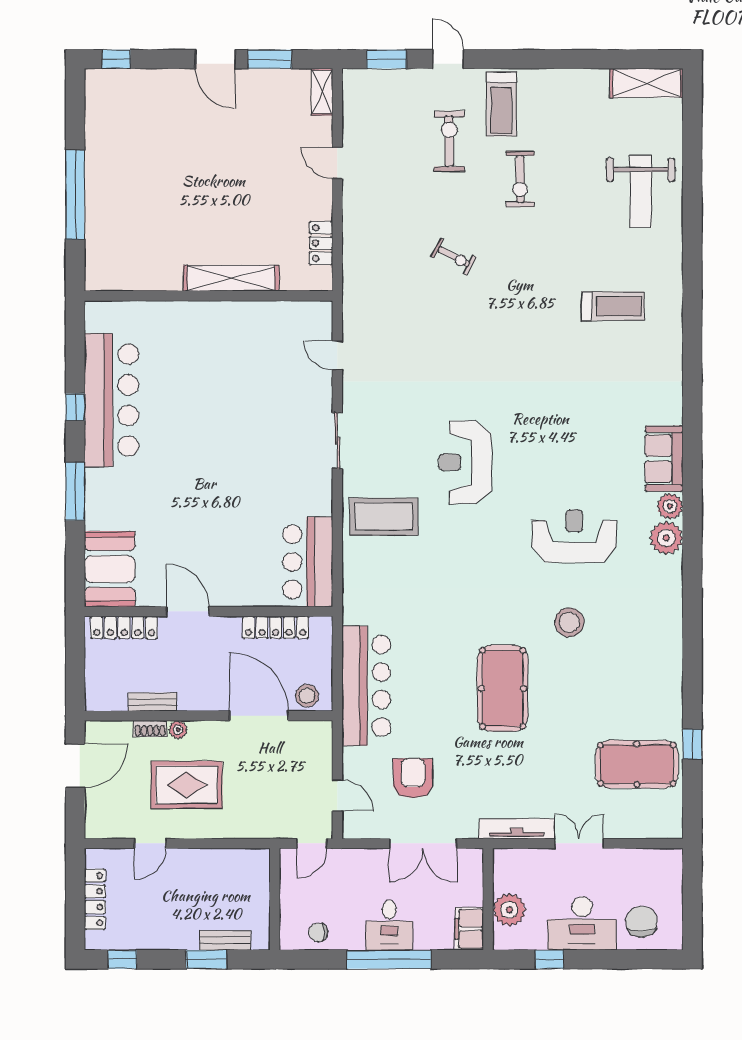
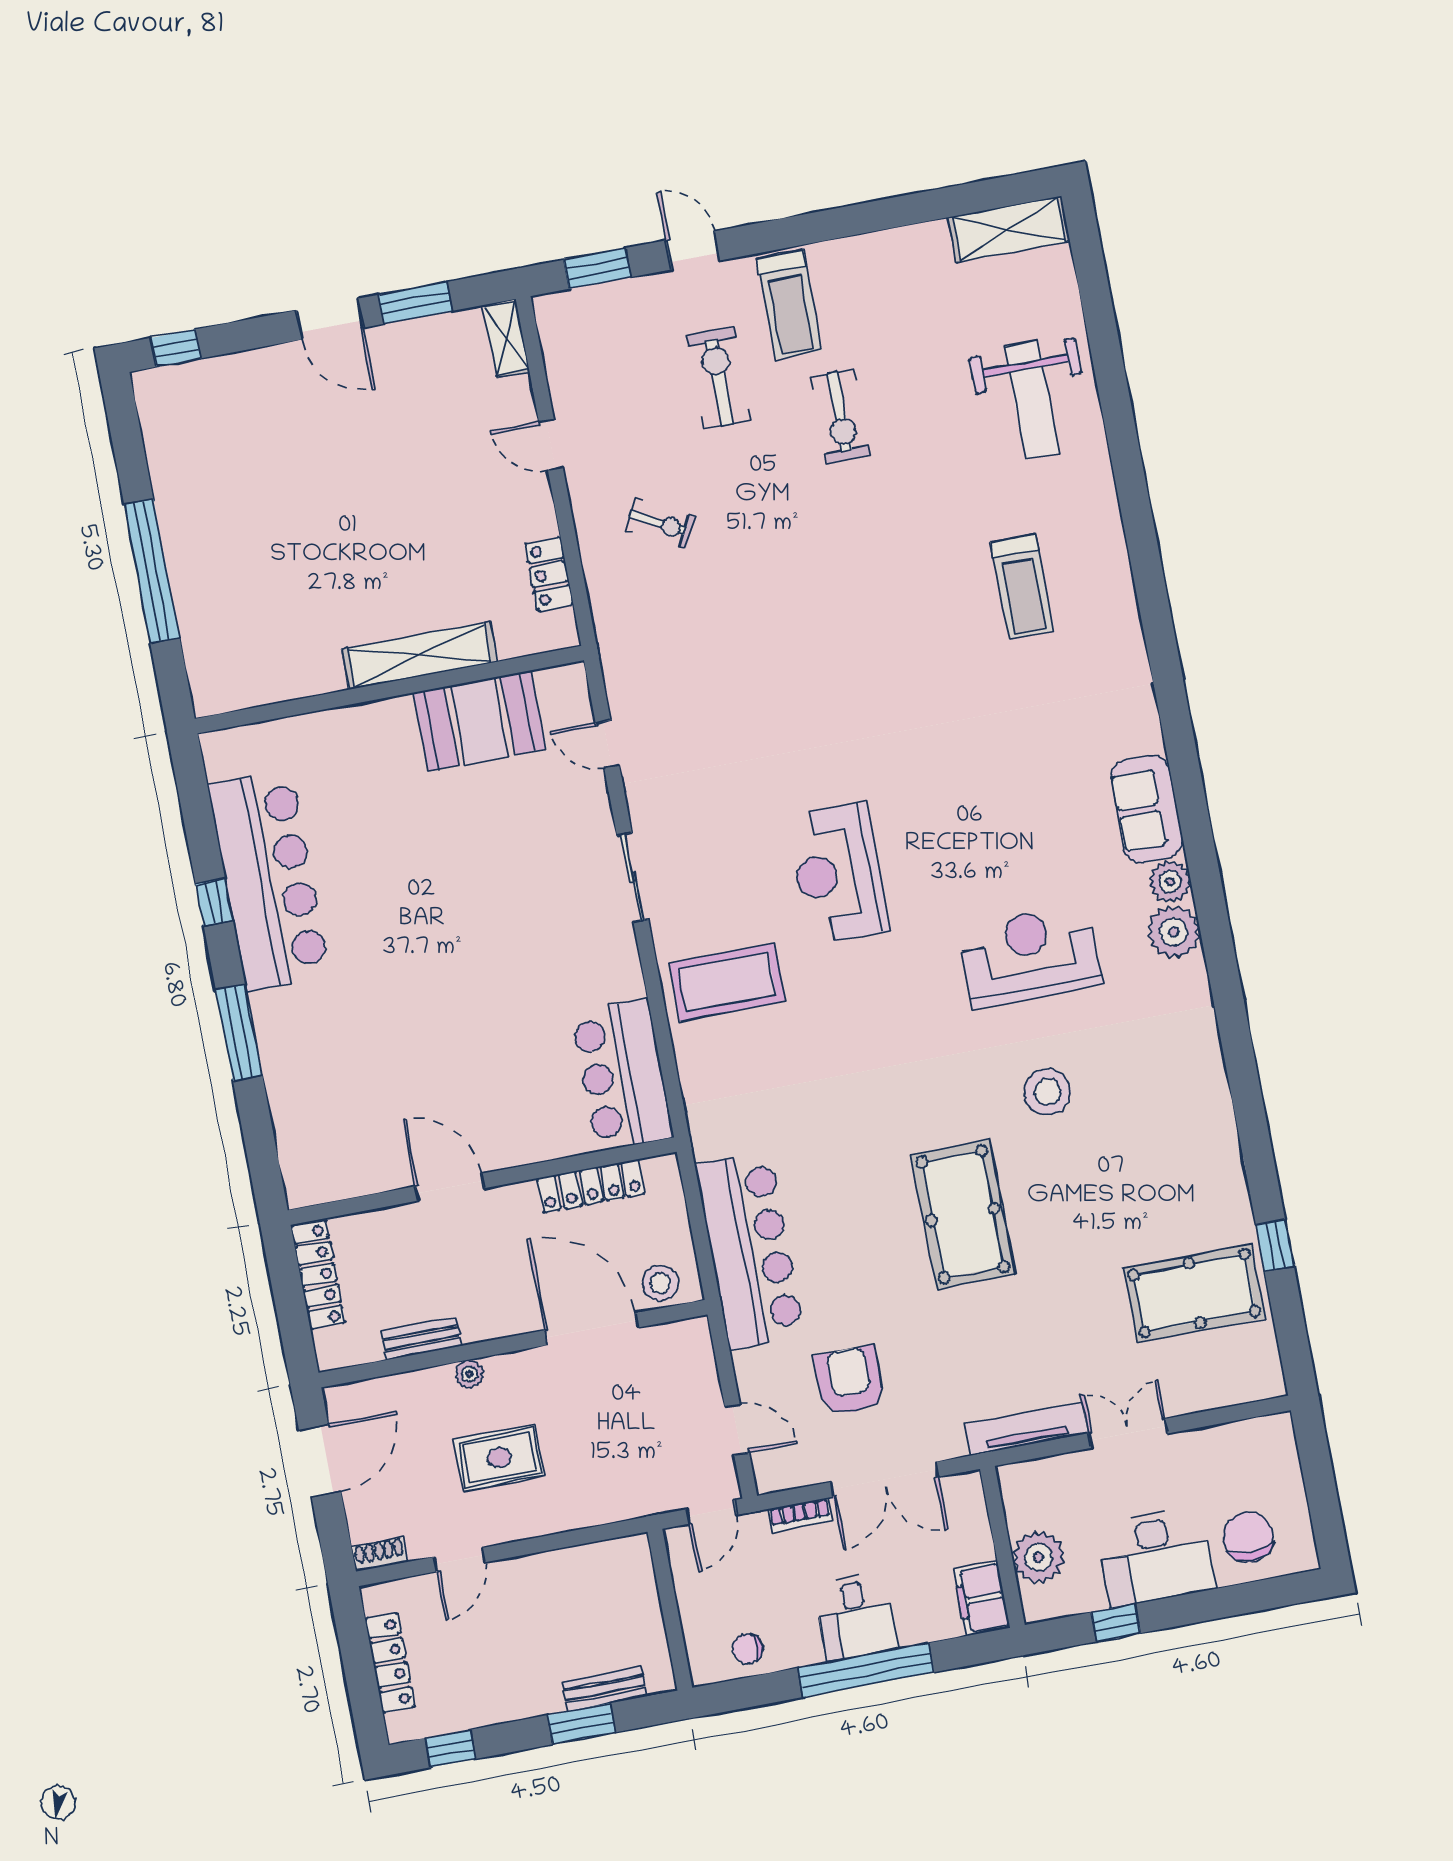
exercise bike: (454, 257) -> (660, 523), moved
treadmill: (613, 306) -> (1022, 587), turned 90
booth: (110, 569) -> (479, 721), moved, turned 90
locker: (124, 627) -> (318, 1275), moved, turned -90
shoe rack: (150, 729) -> (380, 1554), moved, turned 180
rug: (187, 785) -> (499, 1458), width x0.73, depth x0.70
bookcase: (366, 856) -> (800, 1515), added

